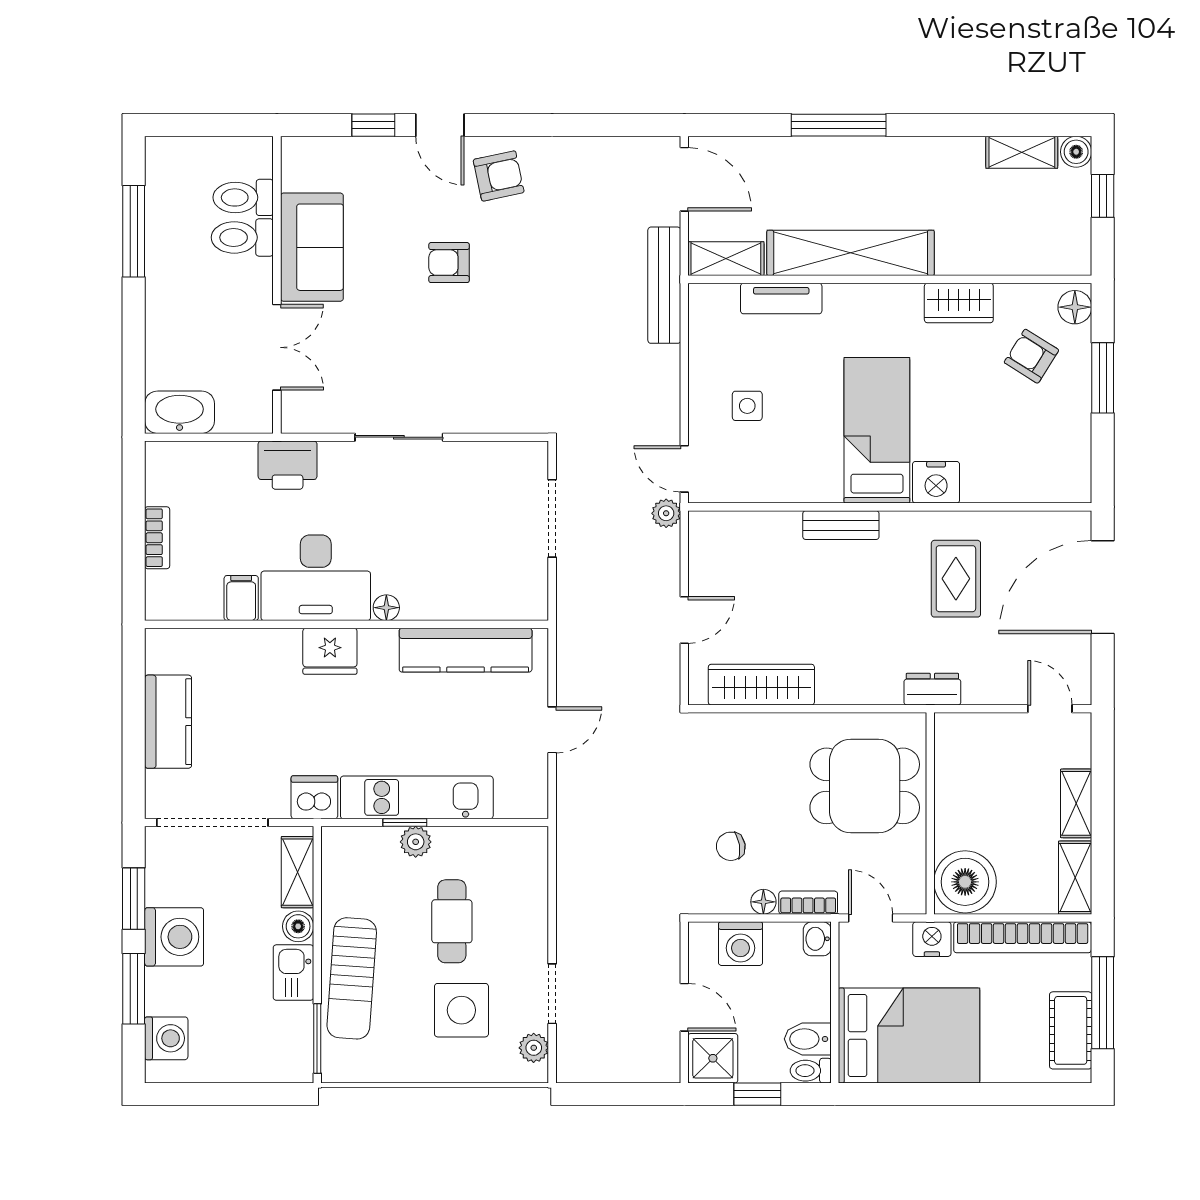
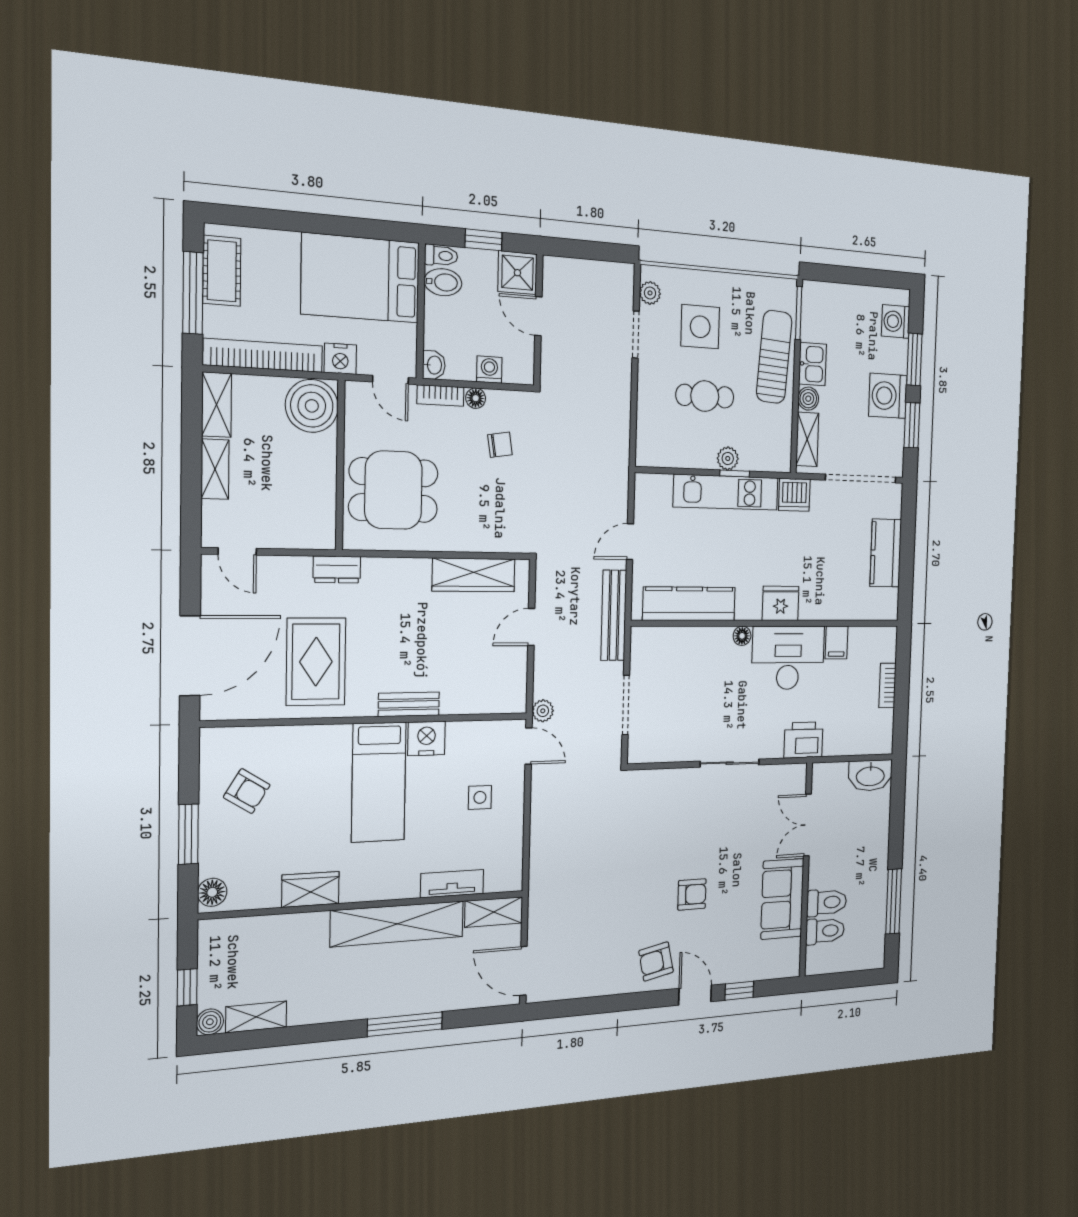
bench: (664, 285) -> (614, 615), moved
armchair: (1031, 356) -> (247, 791), moved
nightstand: (936, 482) -> (426, 738), moved
rug: (956, 579) -> (316, 662), width x1.36, depth x1.43
cafe table: (452, 921) -> (705, 396), turned 90
washing machine: (741, 944) -> (489, 370), width x0.73, depth x0.73

